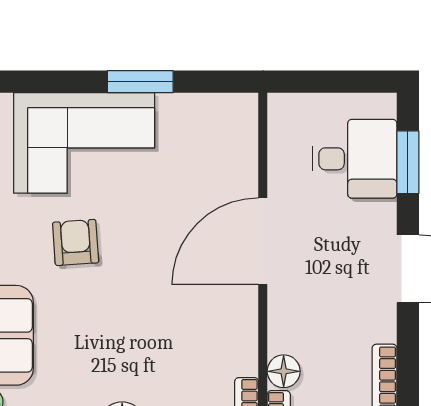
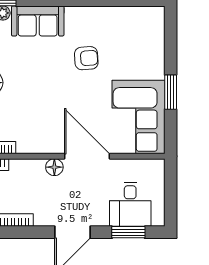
corner sofa: (84, 143) -> (138, 117), moved
floor lamp: (284, 371) -> (54, 167), moved

